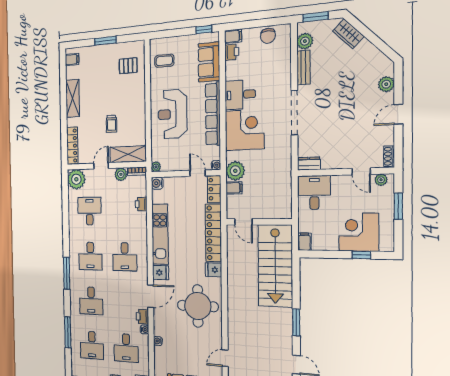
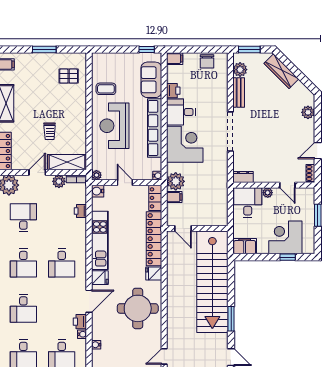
wardrobe: (348, 34) -> (281, 71), width x1.50
printer: (232, 52) -> (173, 91), moved
coffee table: (164, 61) -> (106, 89), moved
door: (398, 114) -> (318, 151), moved
door: (198, 173) -> (125, 183), moved
plant: (381, 180) -> (268, 193), moved
filing cabinet: (304, 242) -> (245, 246), width x2.00
stairs: (275, 266) -> (212, 282), width x1.36

